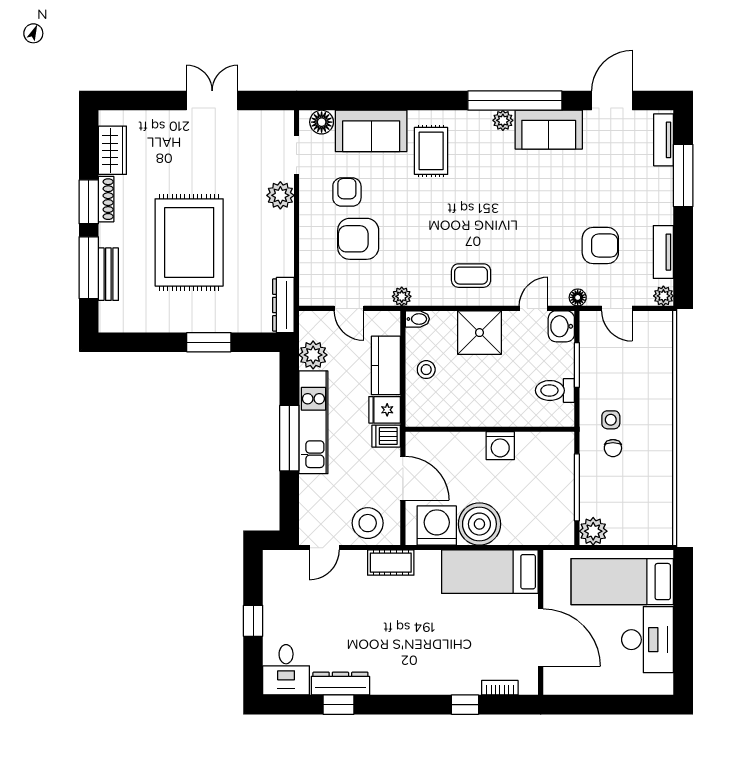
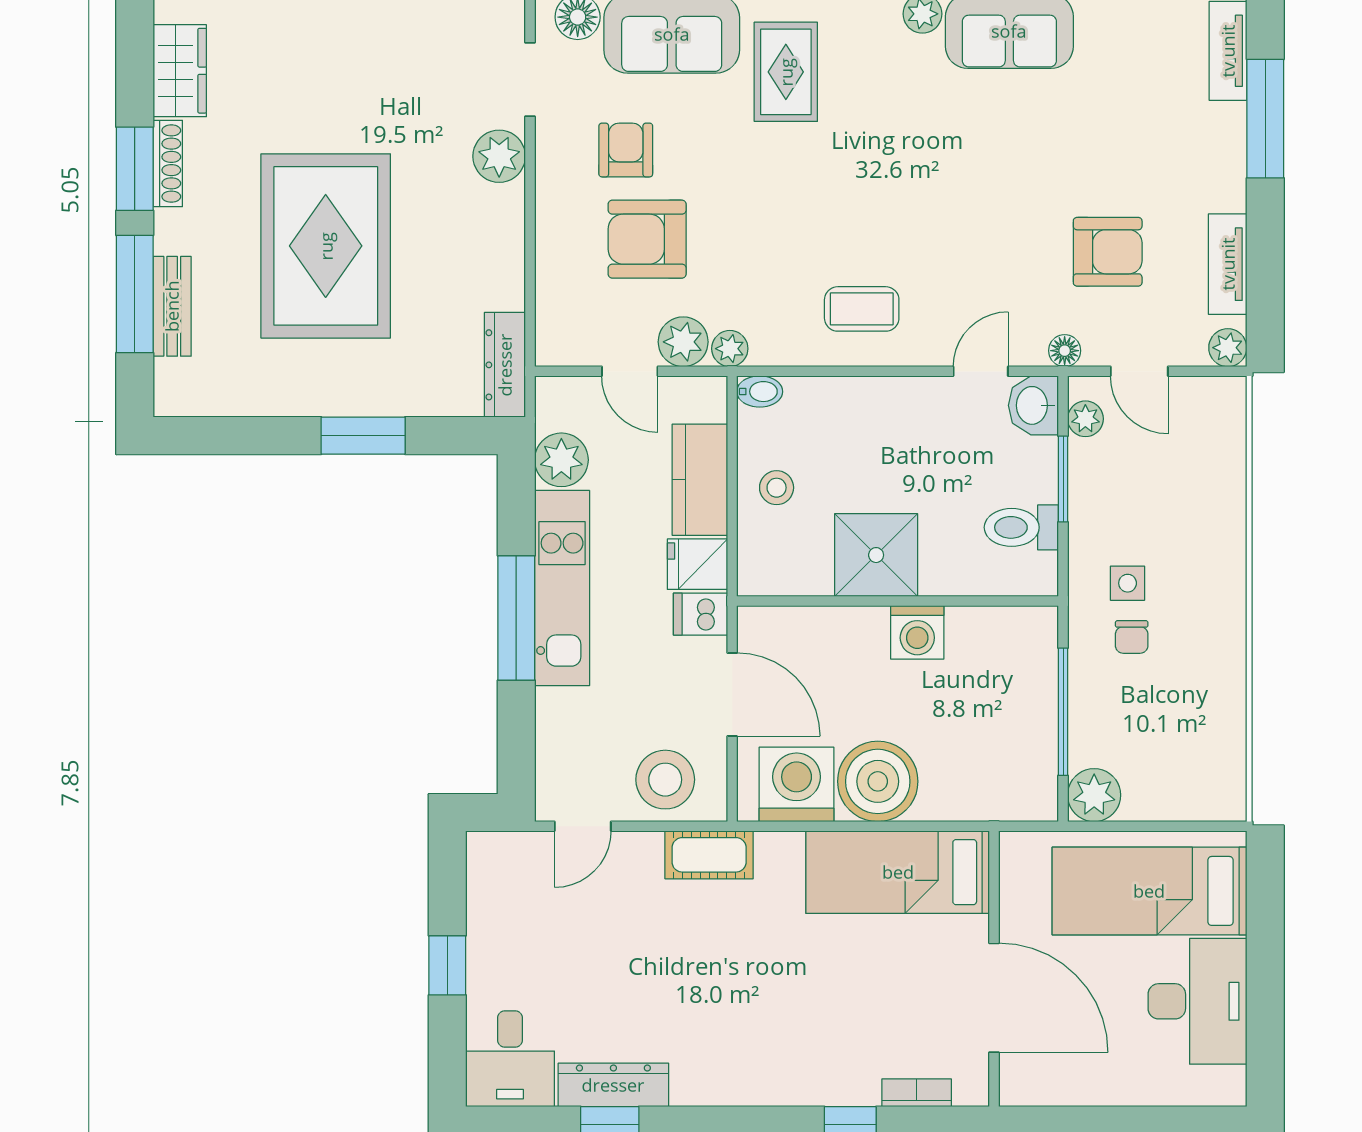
plant: (377, 293) -> (683, 342), added
shower: (479, 333) -> (876, 555), moved
plant: (589, 333) -> (1085, 419), added

